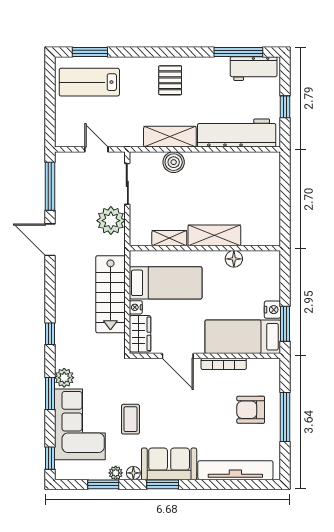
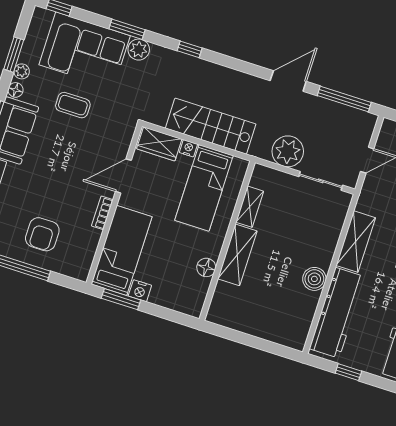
boiler: (174, 162) -> (314, 279), moved
bookcase: (224, 364) -> (102, 213), width x0.64
armchair: (251, 410) -> (42, 234), turned 180

